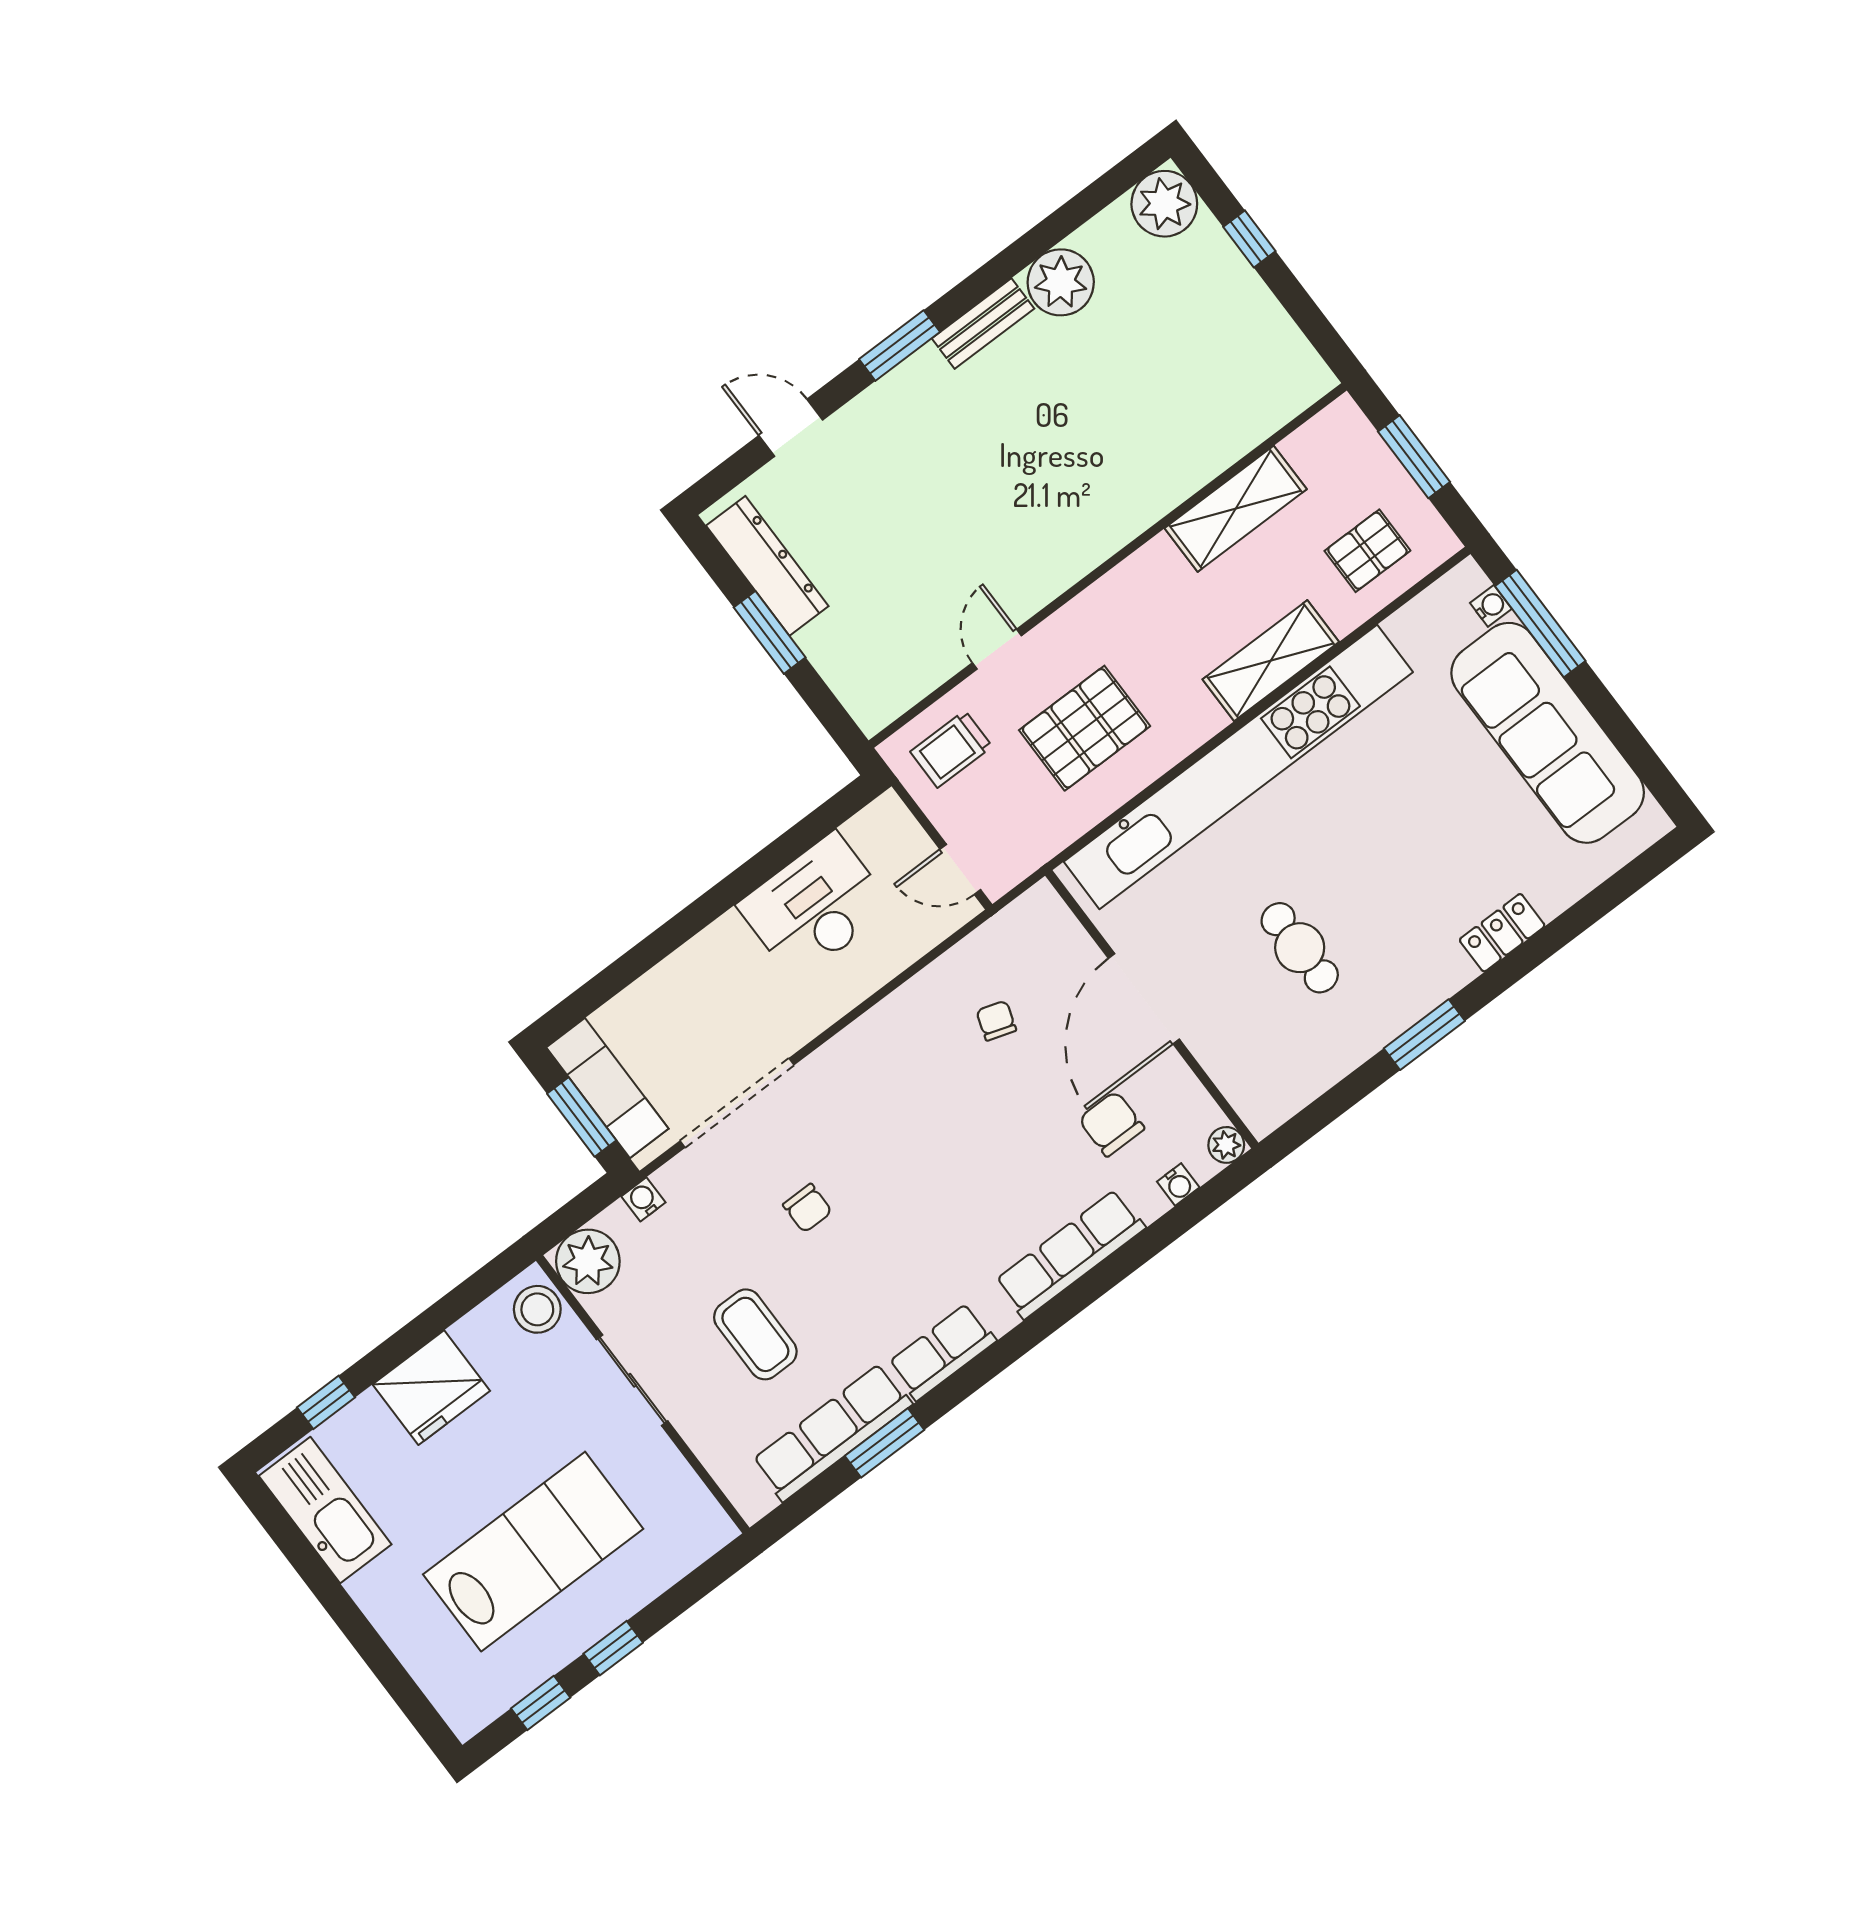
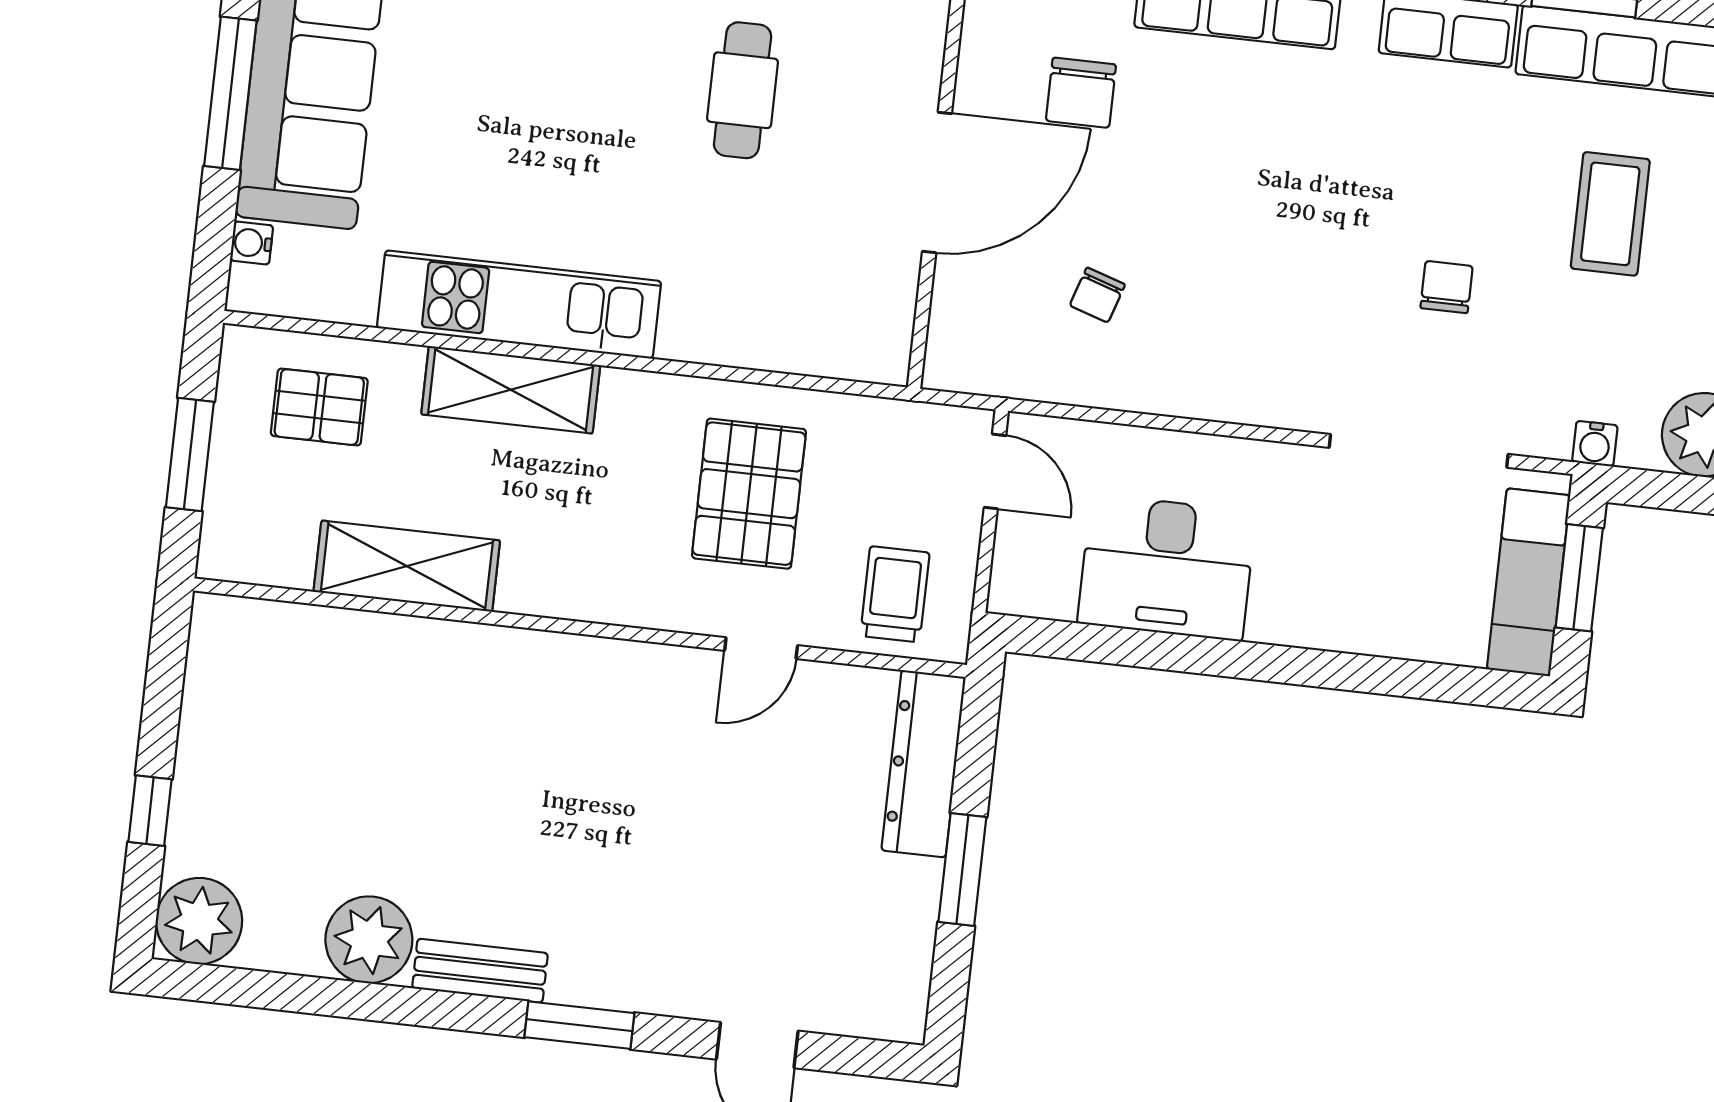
dresser: (767, 566) -> (924, 764), moved
window: (1540, 624) -> (230, 93), moved
pallet: (1085, 728) -> (749, 494), turned 90
trolley: (951, 749) -> (895, 594), turned -90
kitchen unit: (1238, 767) -> (519, 305), width x0.54

